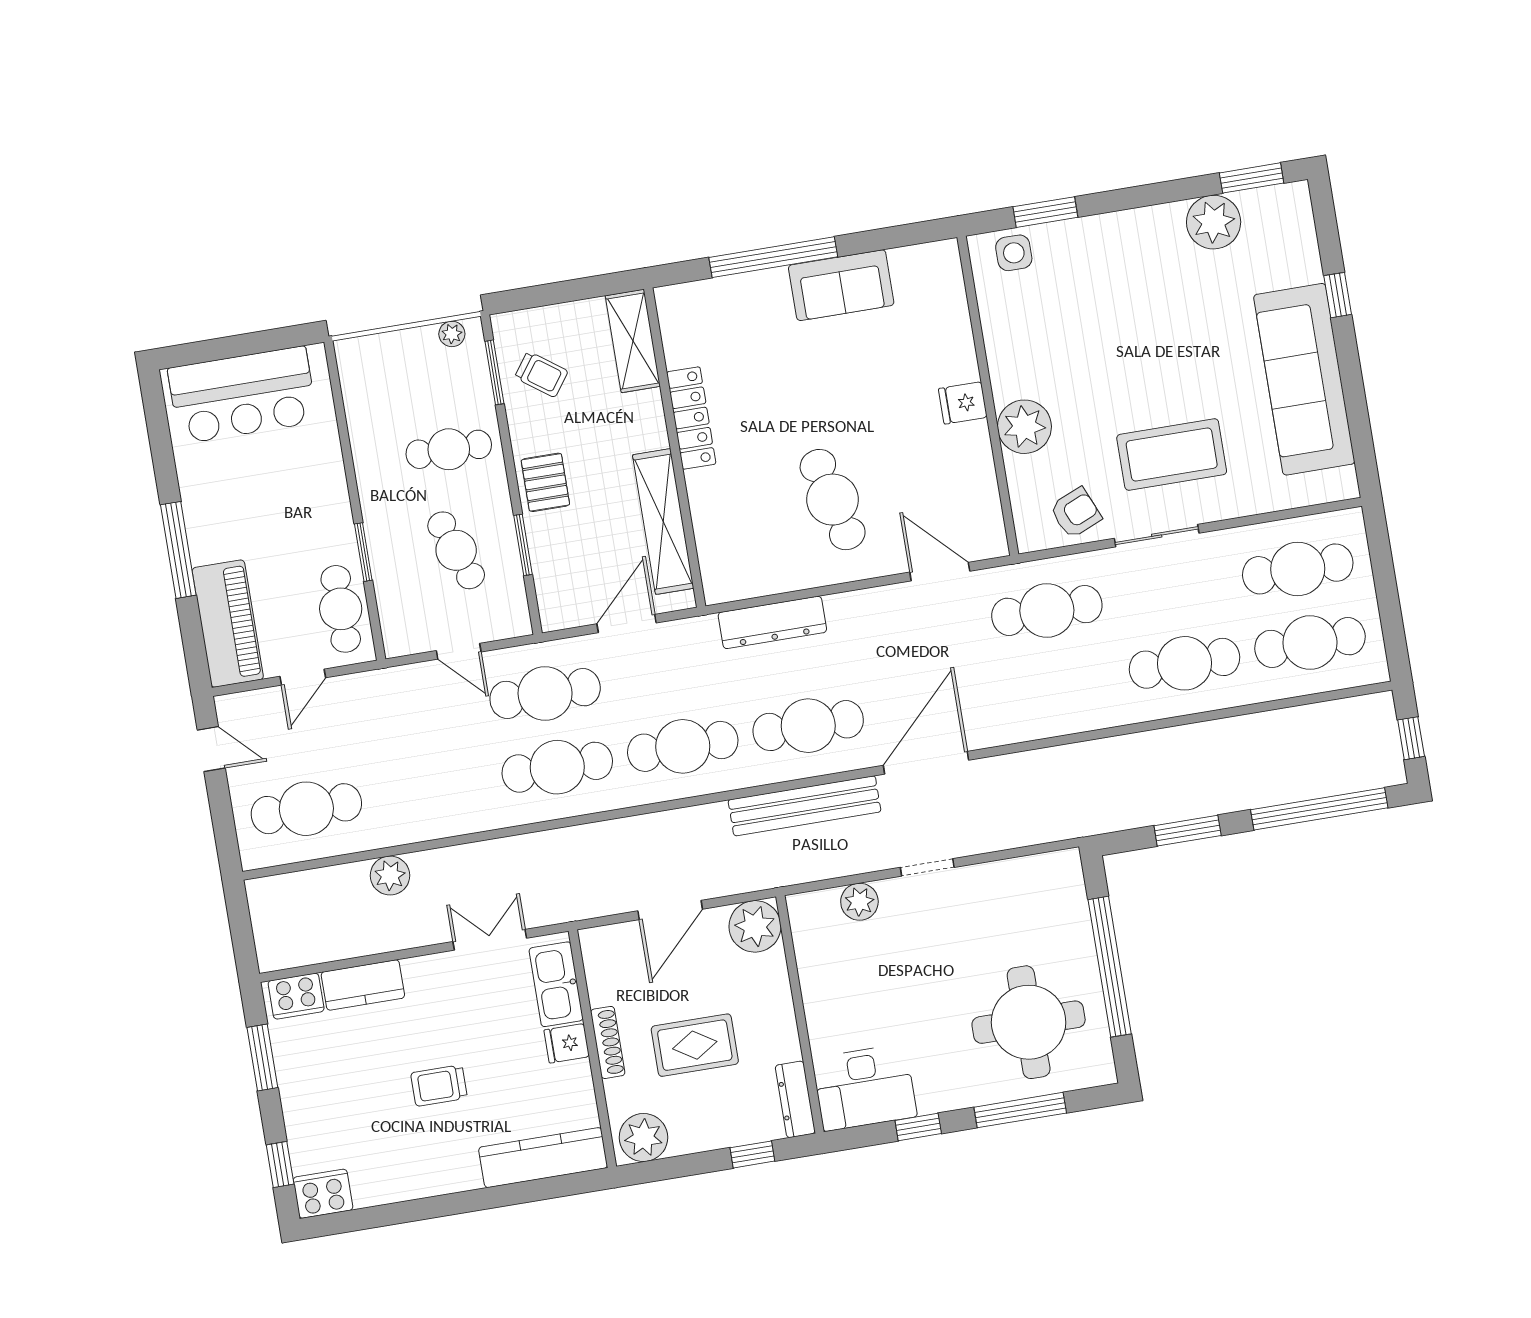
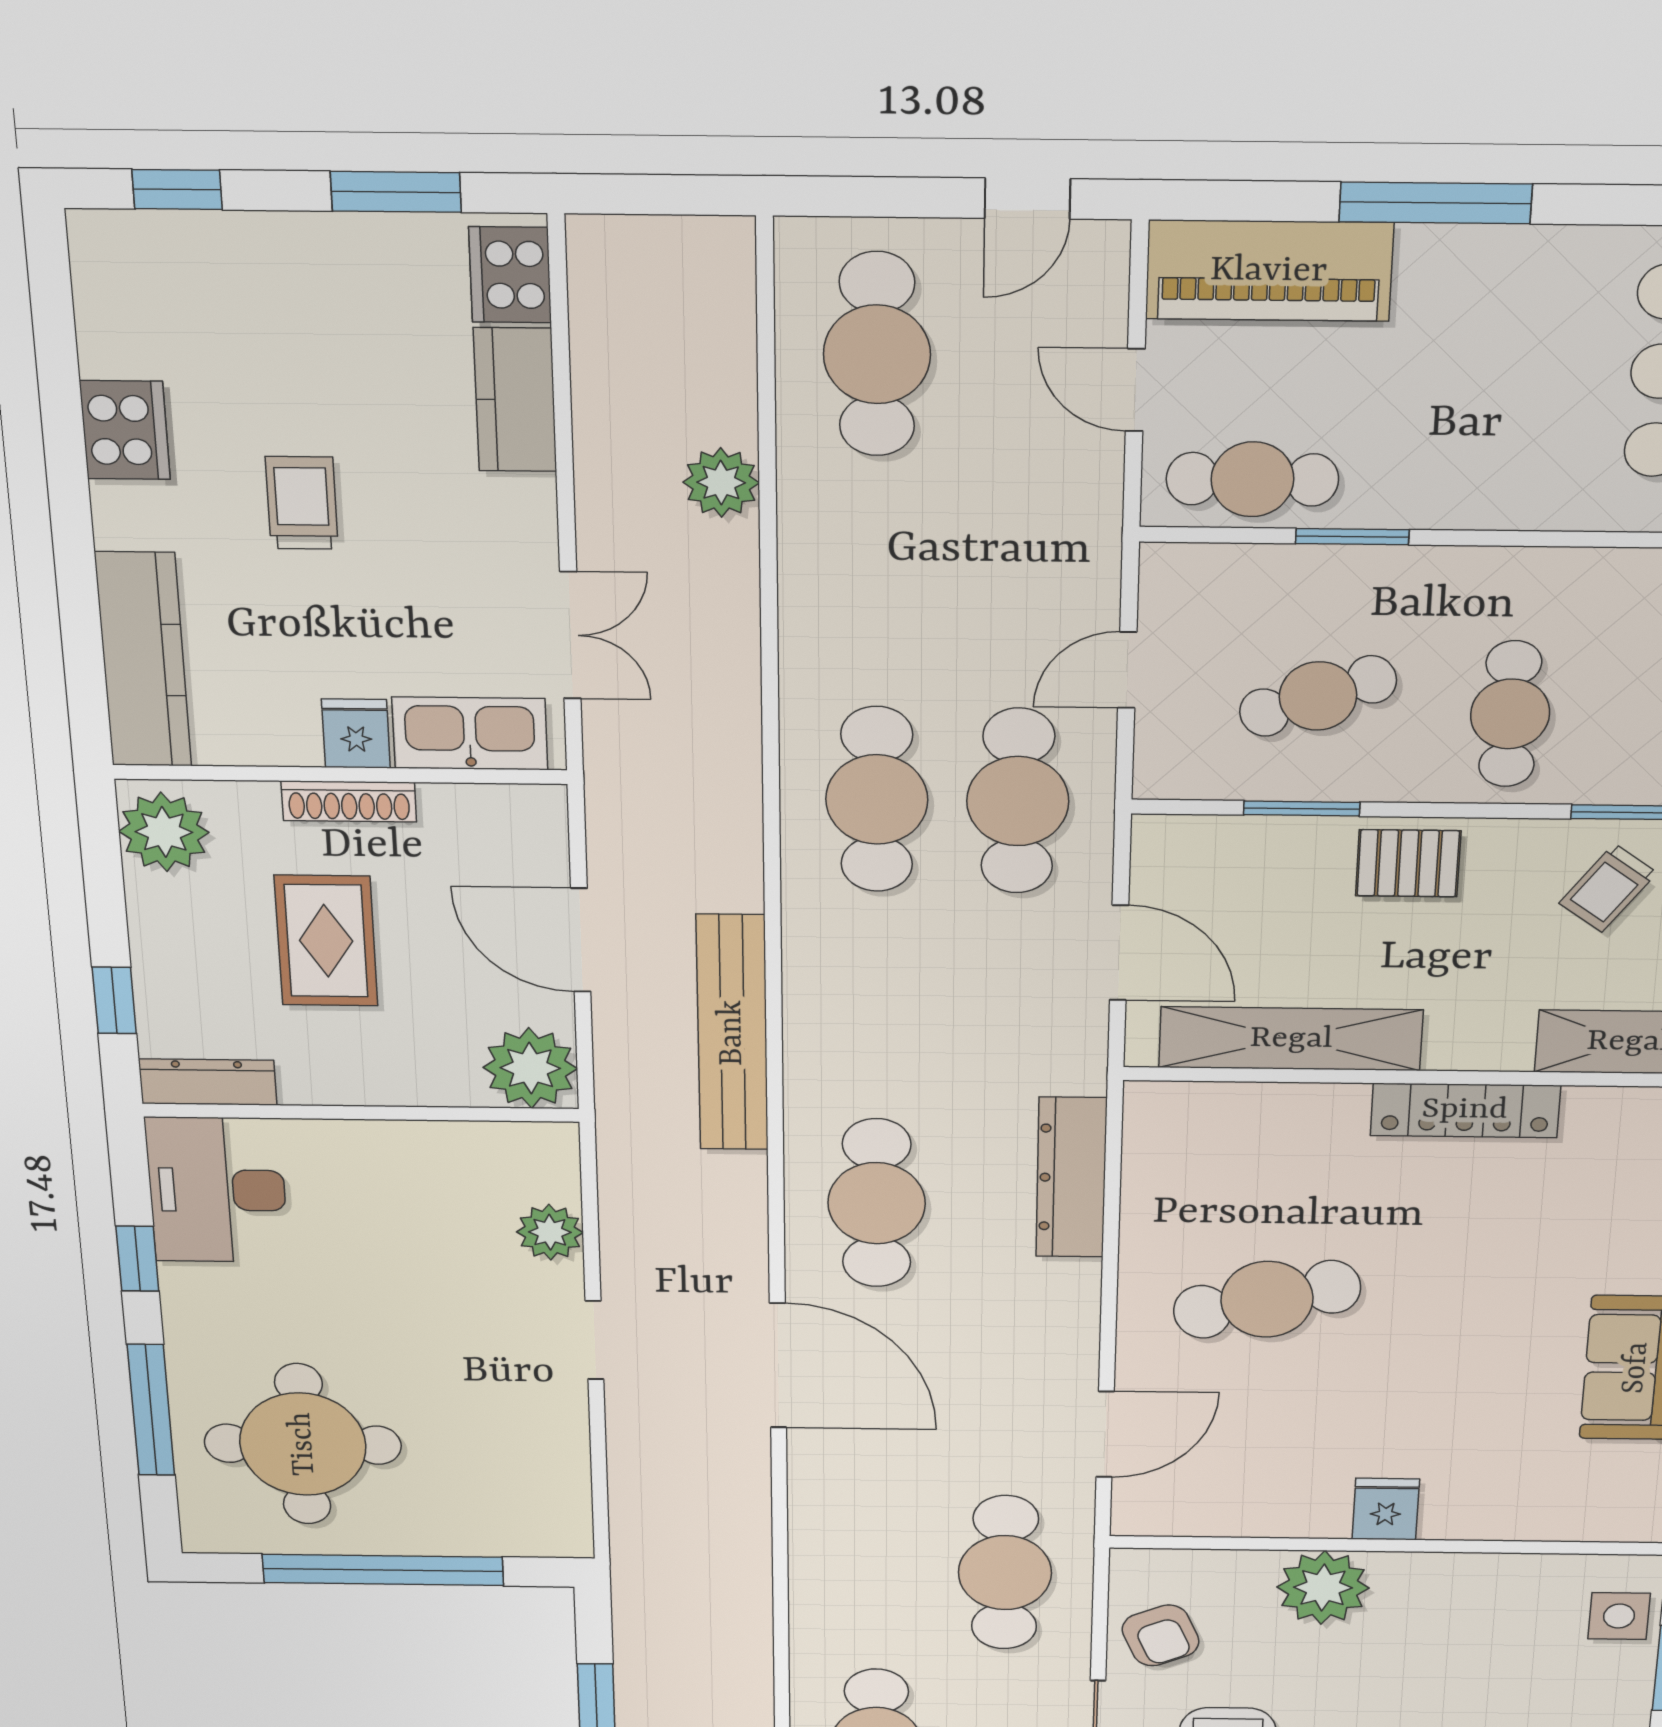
cafe table: (683, 746) -> (877, 1006), removed
bench: (804, 806) -> (732, 1033), moved
cooker: (323, 1194) -> (125, 430), moved

